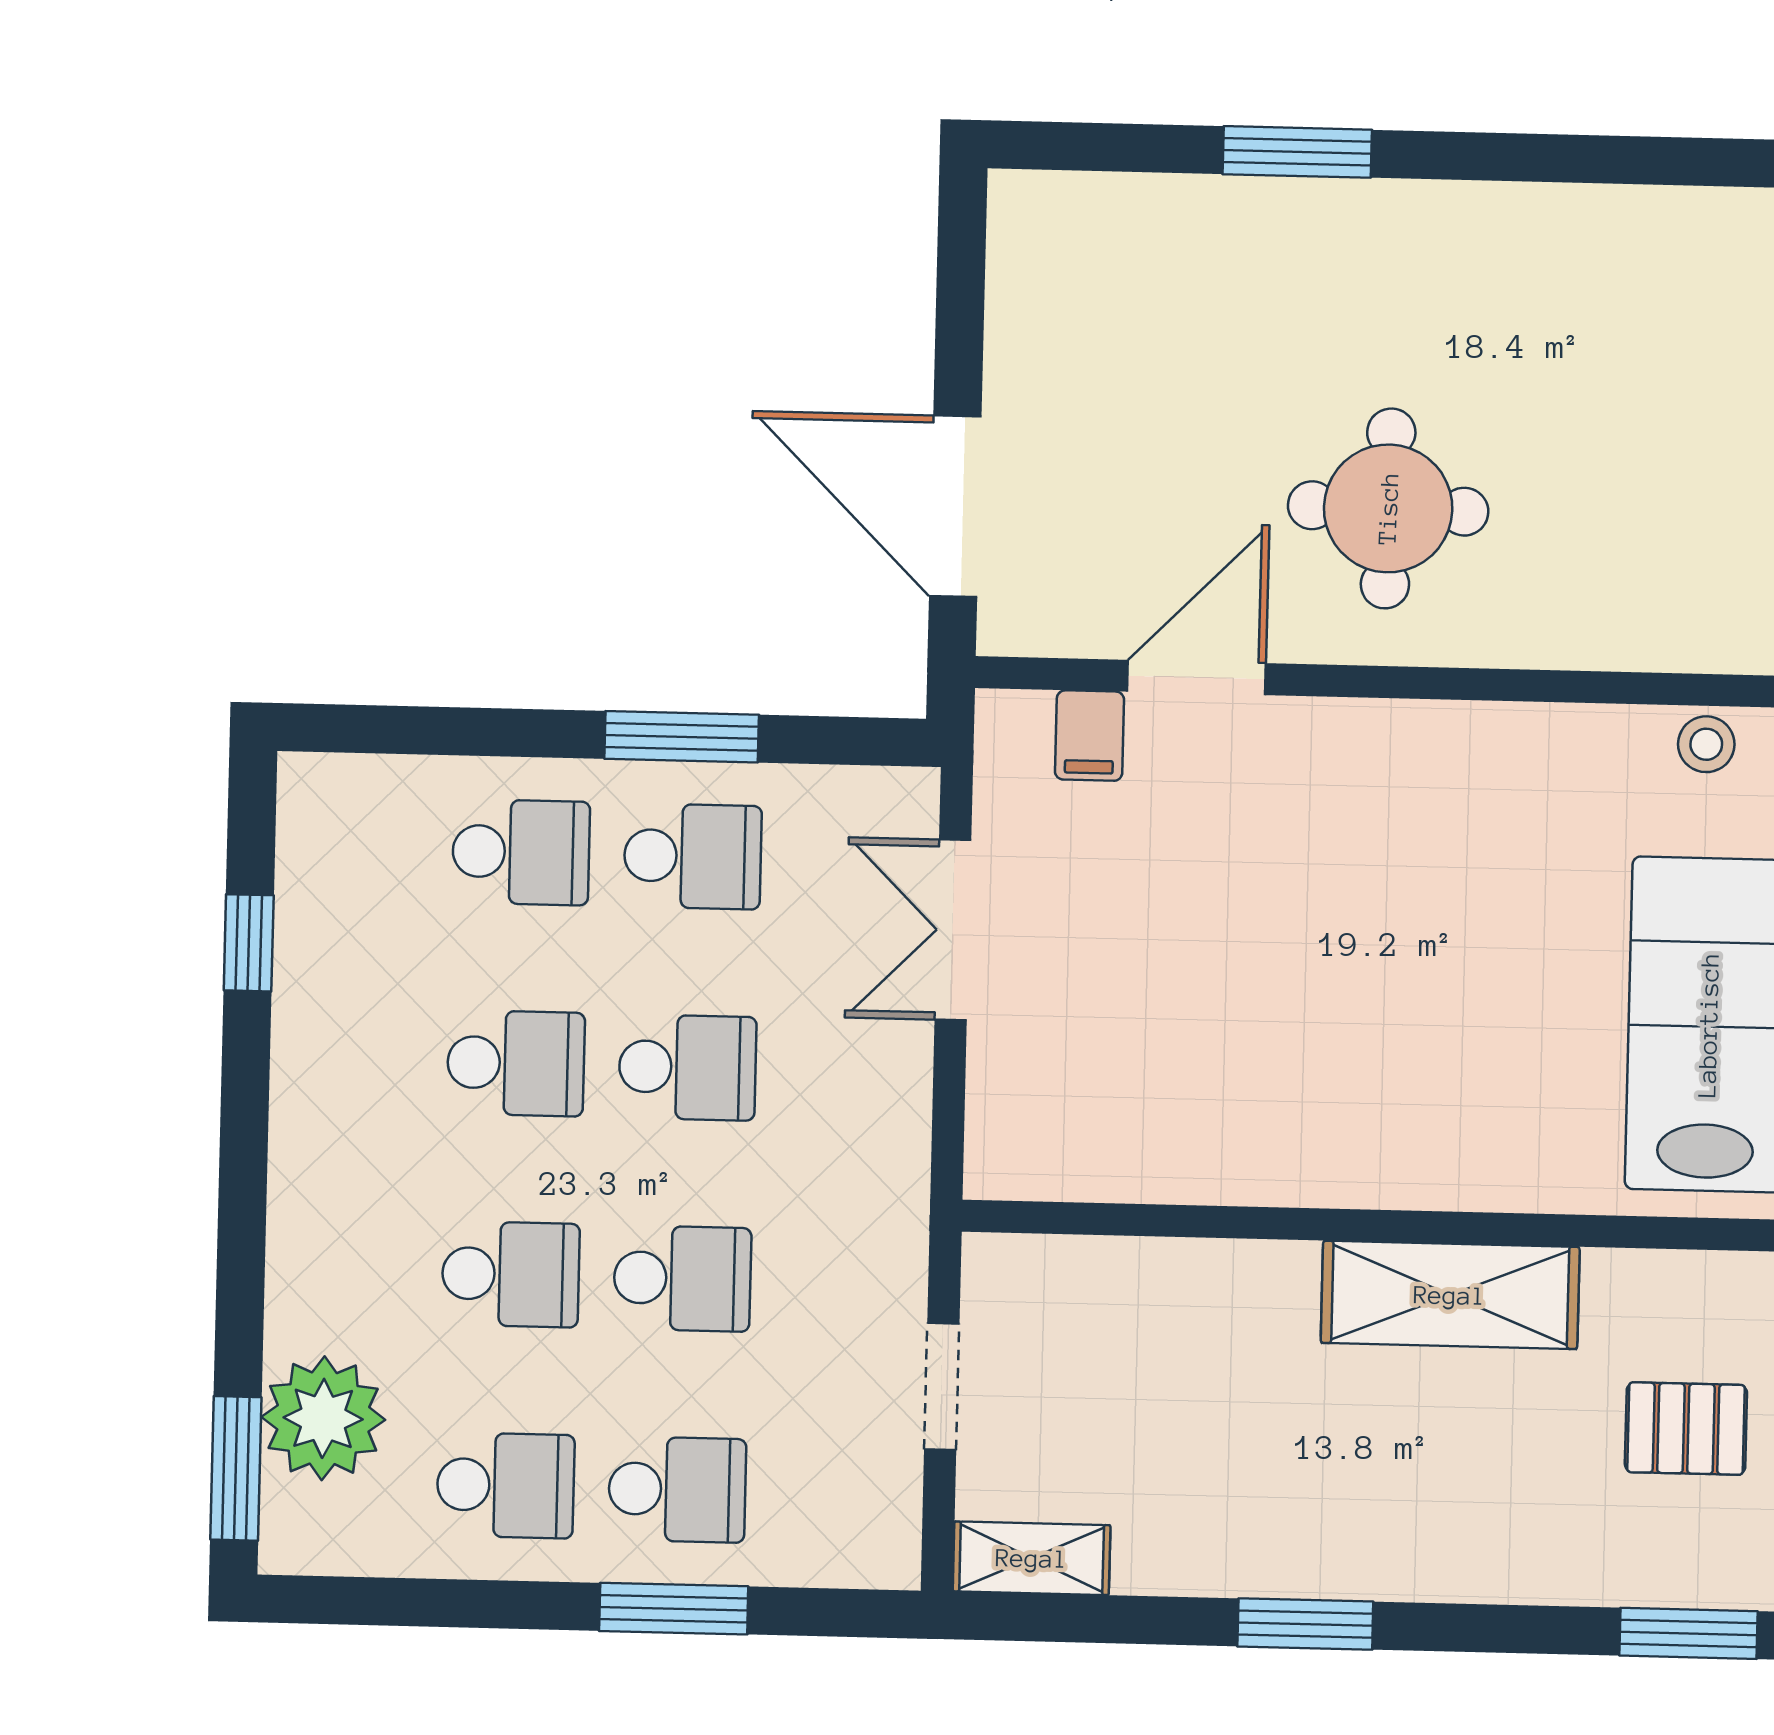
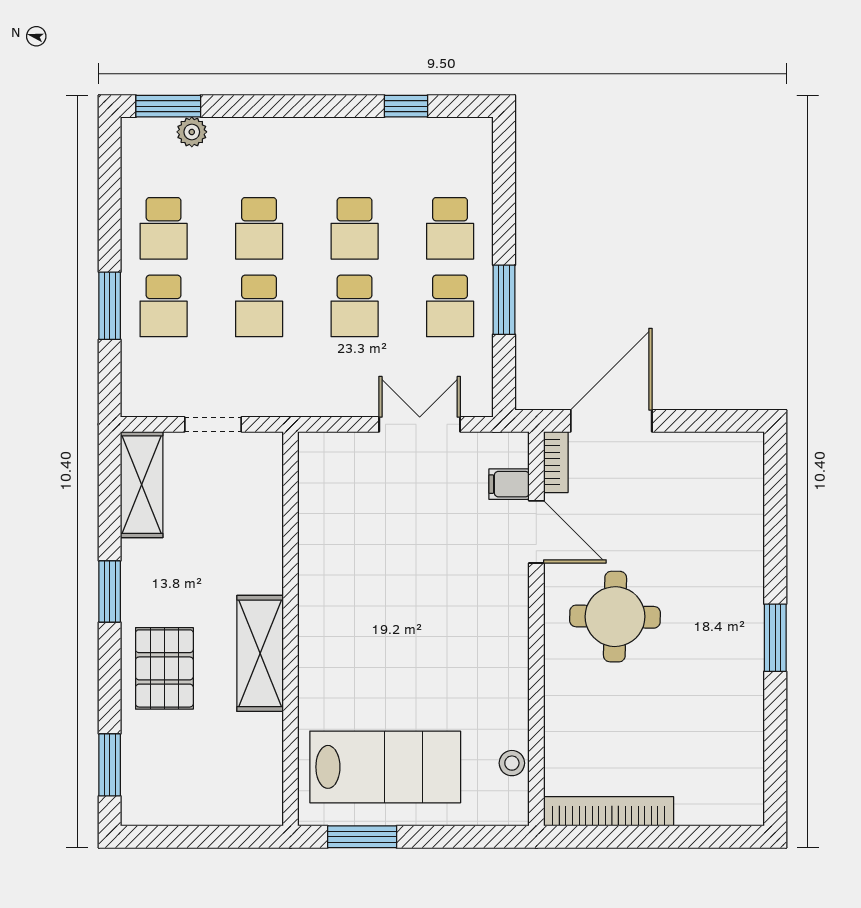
window: (1297, 152) -> (775, 638), moved
bookcase: (1044, 631) -> (556, 462), added
plant: (323, 1418) -> (192, 132), width x0.53, depth x0.53
pallet: (1686, 1429) -> (164, 668), moved, width x1.50, depth x1.42
shelving: (1032, 1558) -> (142, 485), width x1.50, depth x1.33

